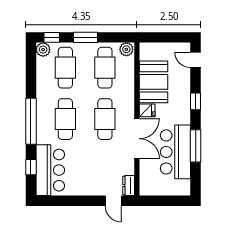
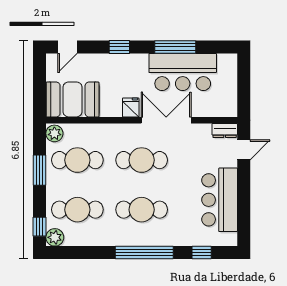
window: (85, 37) -> (40, 170), moved
booth: (153, 82) -> (73, 99), moved
bar counter: (50, 170) -> (220, 200), moved, turned -90

